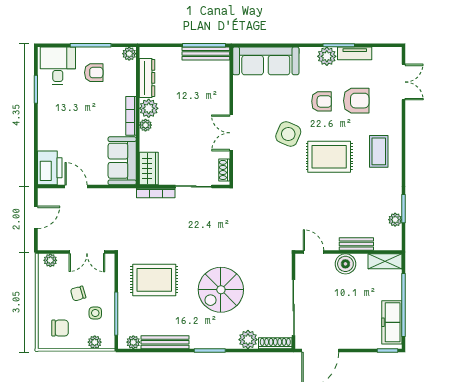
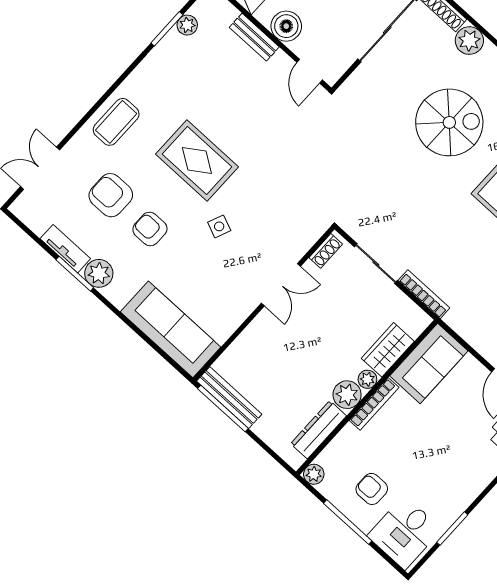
side table: (288, 134) -> (219, 226), width x0.54, depth x0.54
coffee table: (379, 151) -> (116, 122), moved
wardrobe: (149, 168) -> (388, 350), moved

